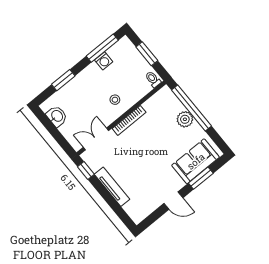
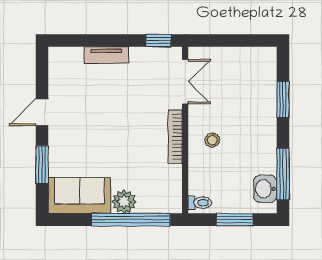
washing machine: (104, 61) -> (267, 164), removed
washbasin: (57, 116) -> (265, 189), moved, turned 90
sofa: (196, 161) -> (79, 195), moved, turned -90
tv unit: (112, 187) -> (106, 55), width x0.71

